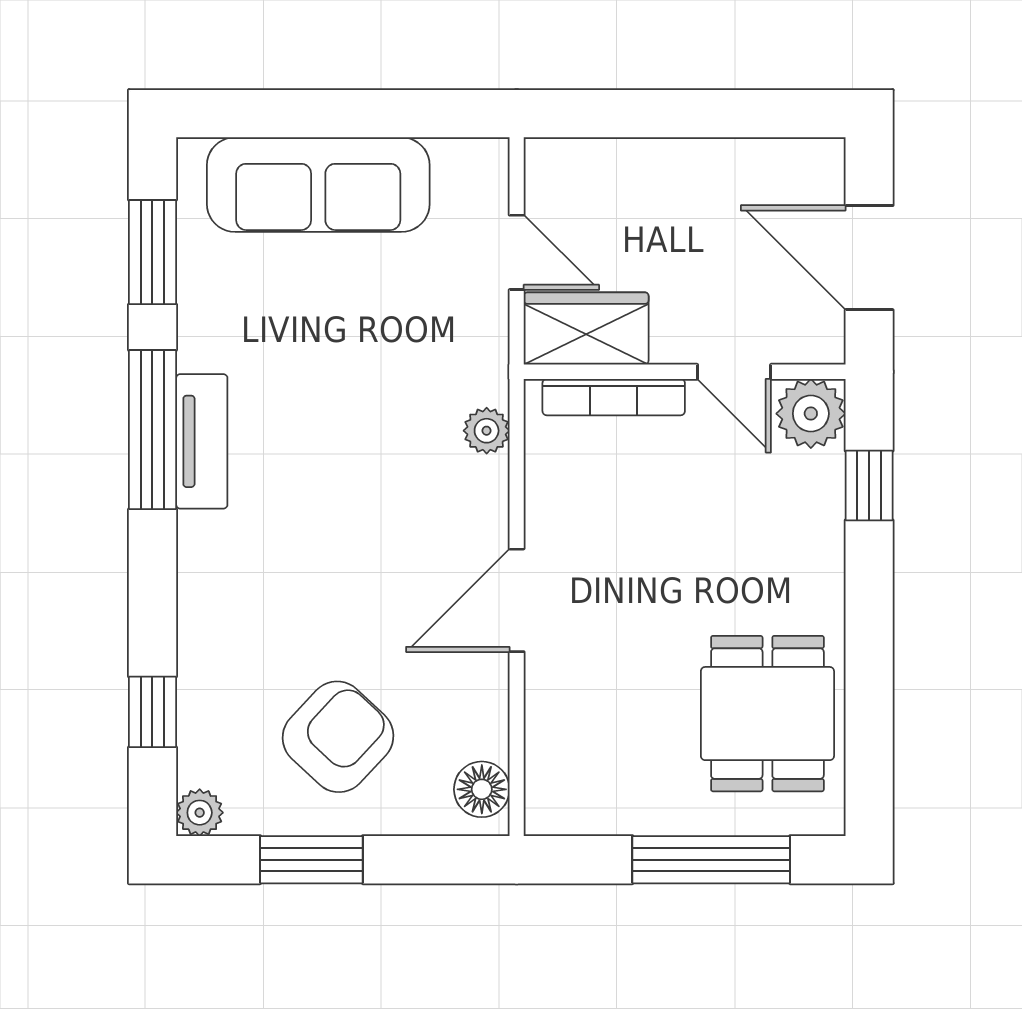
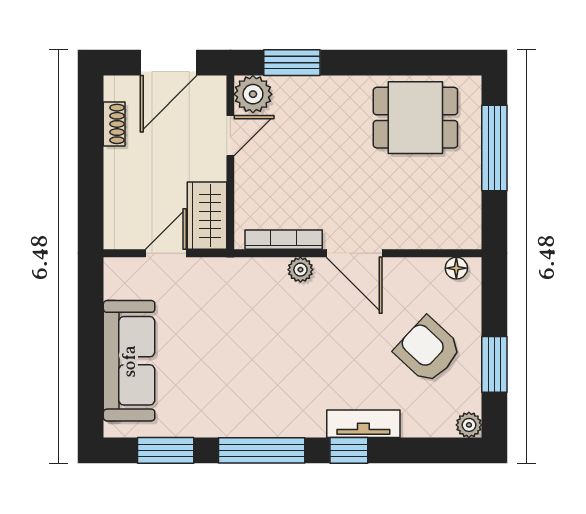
shoe rack: (756, 157) -> (114, 124), added
bookcase: (614, 397) -> (284, 240), moved, turned -90
plant: (487, 431) -> (300, 270), moved
tv unit: (202, 441) -> (363, 424), moved
window: (869, 485) -> (292, 63), width x1.50
window: (152, 712) -> (349, 450), moved
floor lamp: (482, 789) -> (456, 268), width x0.73, depth x0.73

